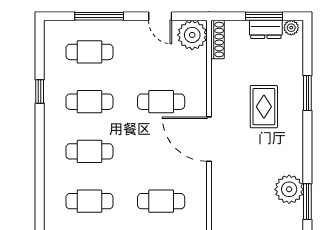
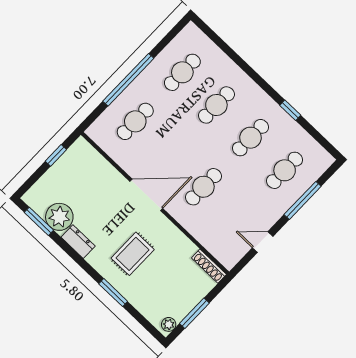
dresser: (266, 29) -> (78, 242), moved, turned 90
plant: (192, 35) -> (229, 252), removed
rug: (264, 107) -> (133, 254), turned 90

